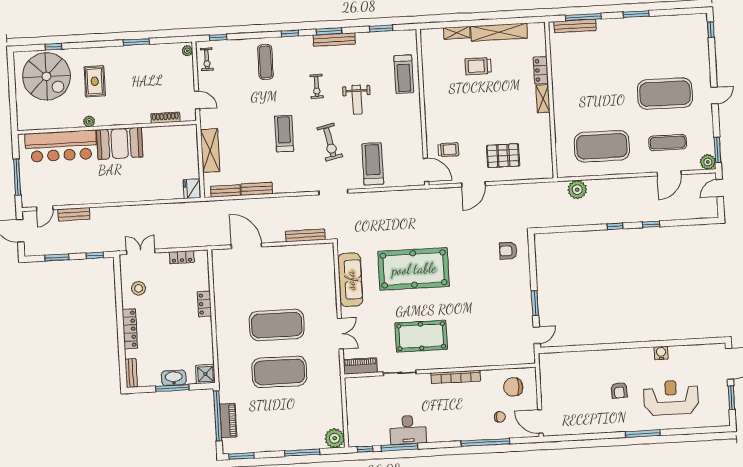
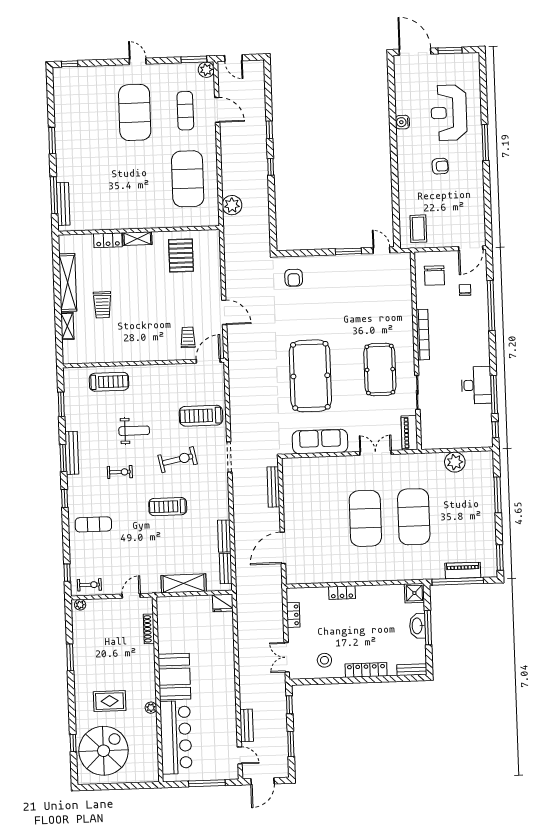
pallet: (503, 156) -> (181, 255), moved
coffee table: (558, 370) -> (418, 229), added
plant: (335, 438) -> (455, 462), moved

